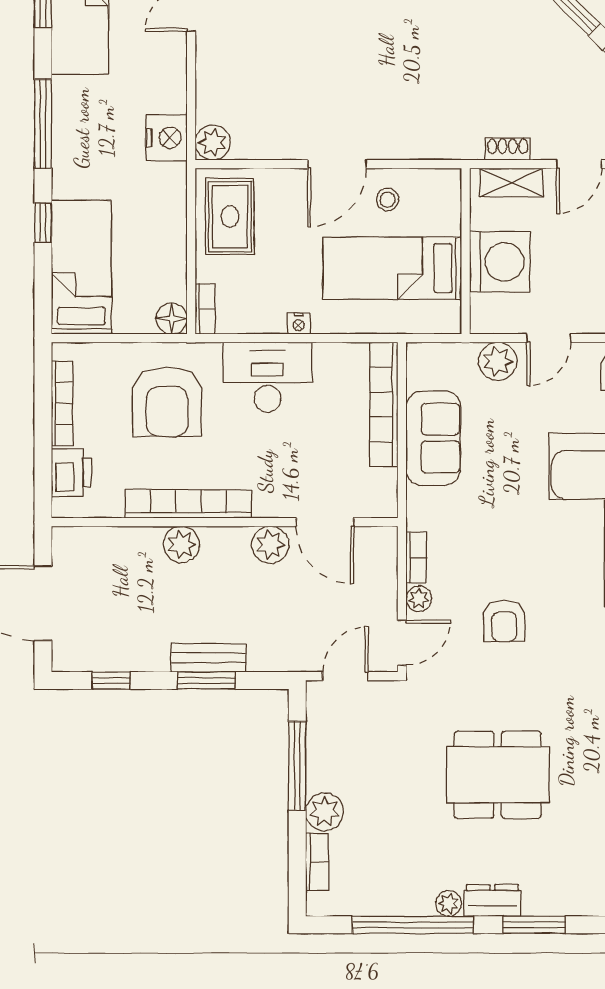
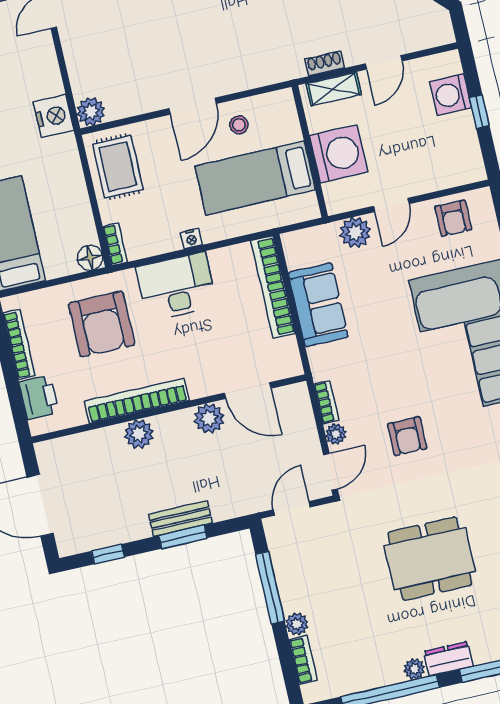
plant: (325, 812) -> (297, 624), width x0.73, depth x0.73

